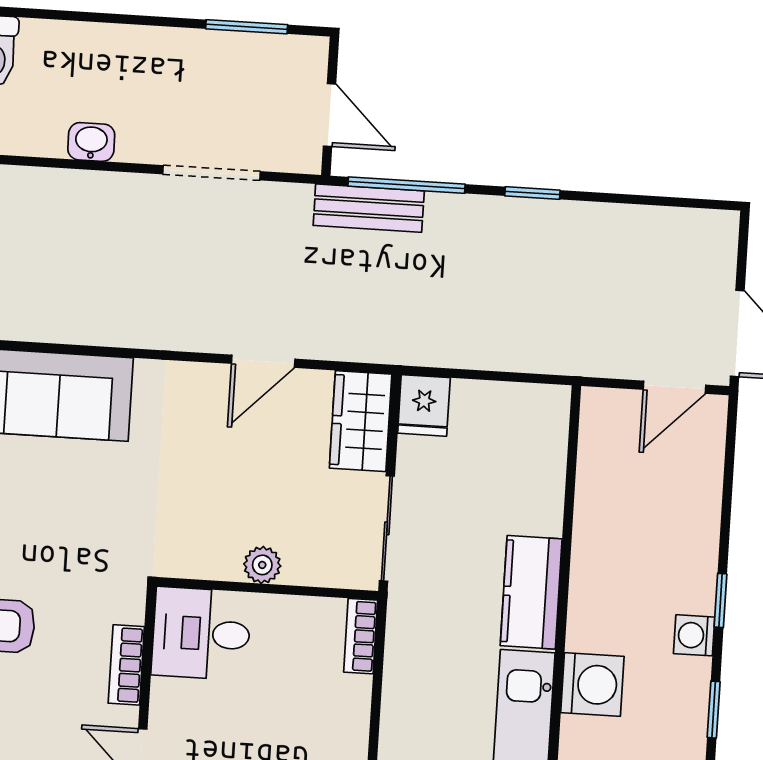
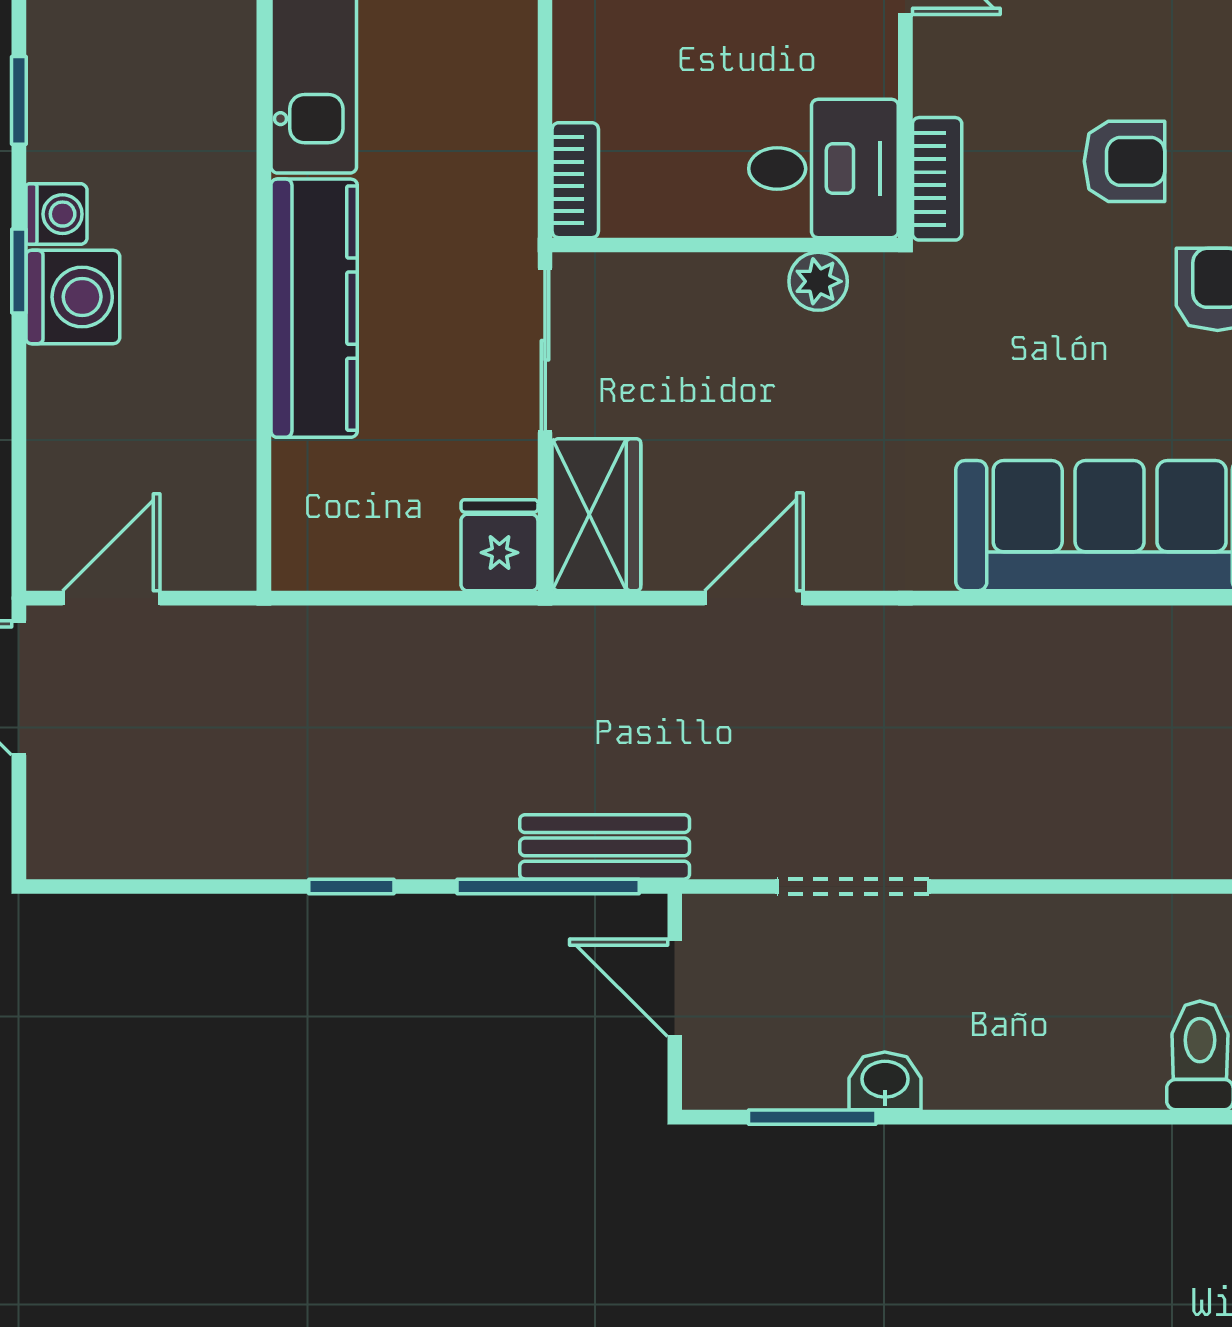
washbasin: (91, 142) -> (885, 1081), moved, turned 180
plant: (262, 565) -> (818, 281), moved
kitchen counter: (531, 592) -> (314, 308), width x1.50
bookcase: (126, 665) -> (937, 179), moved
washing machine: (592, 685) -> (73, 297), moved, turned 180

